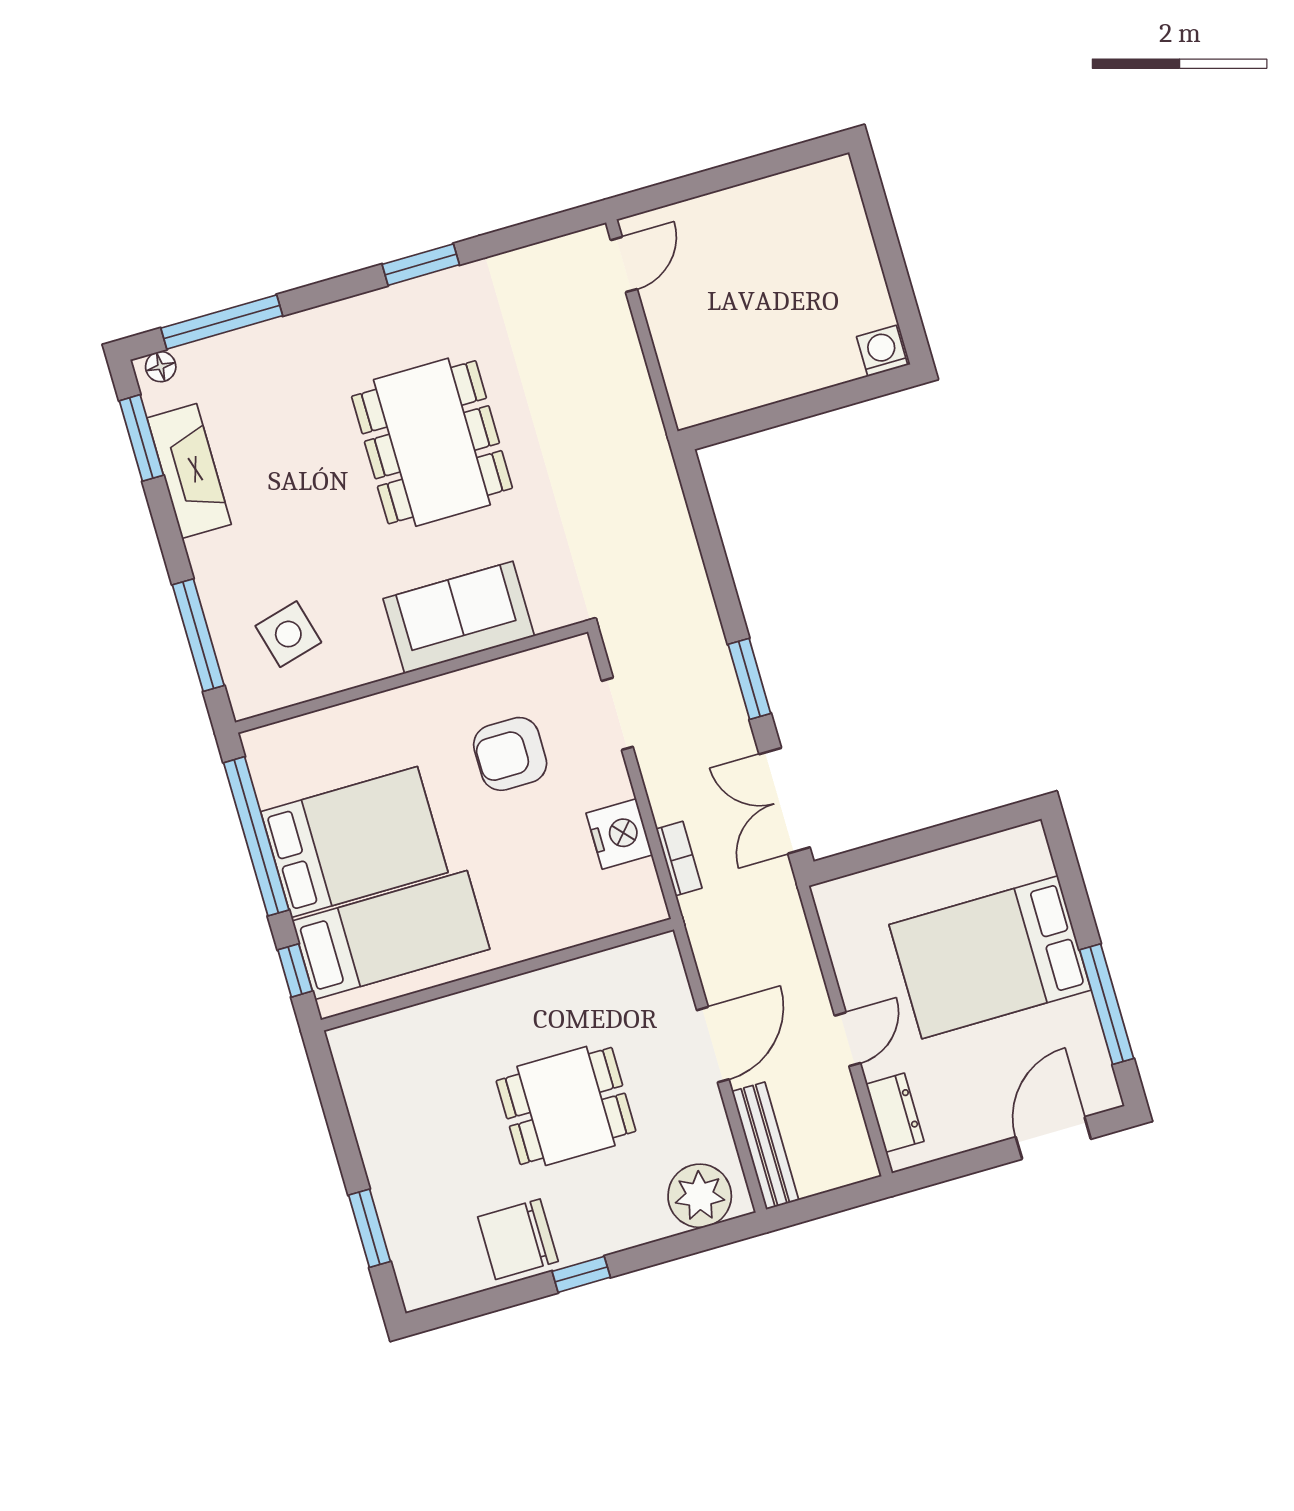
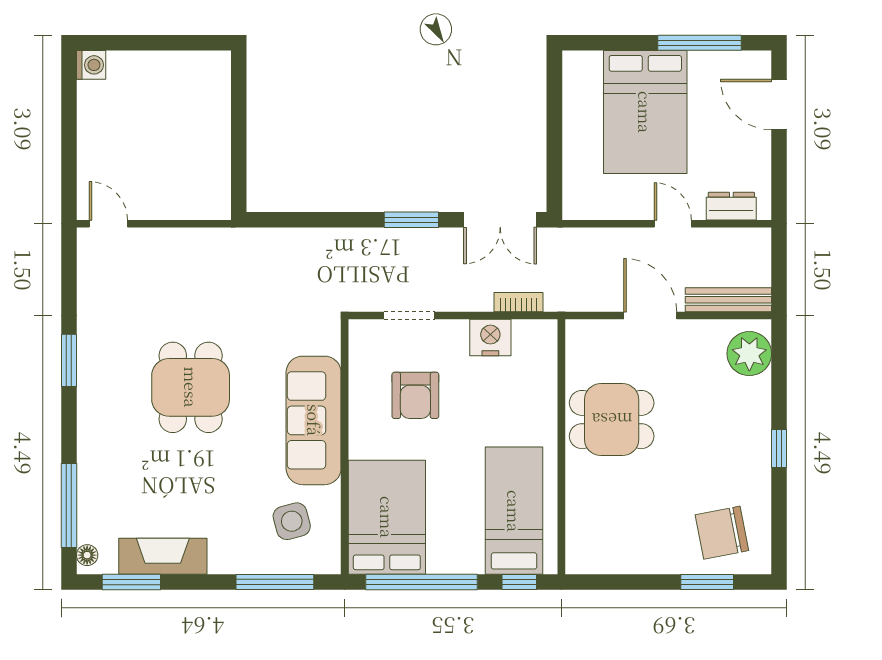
washing machine: (882, 351) -> (91, 65), moved, turned 180
dining table: (432, 442) -> (191, 387), width x0.73
sofa: (459, 617) -> (314, 420), width x1.36
bed: (354, 842) -> (387, 517), moved
dining table: (566, 1106) -> (612, 420), moved, turned 90
chair: (518, 1239) -> (722, 533), moved, turned 79

